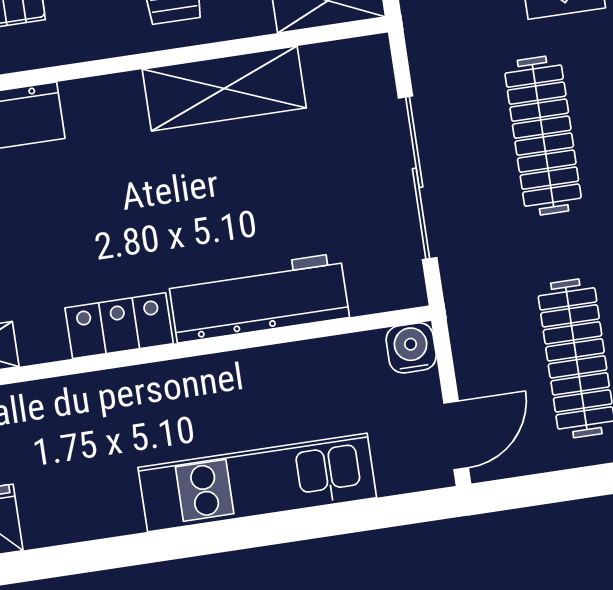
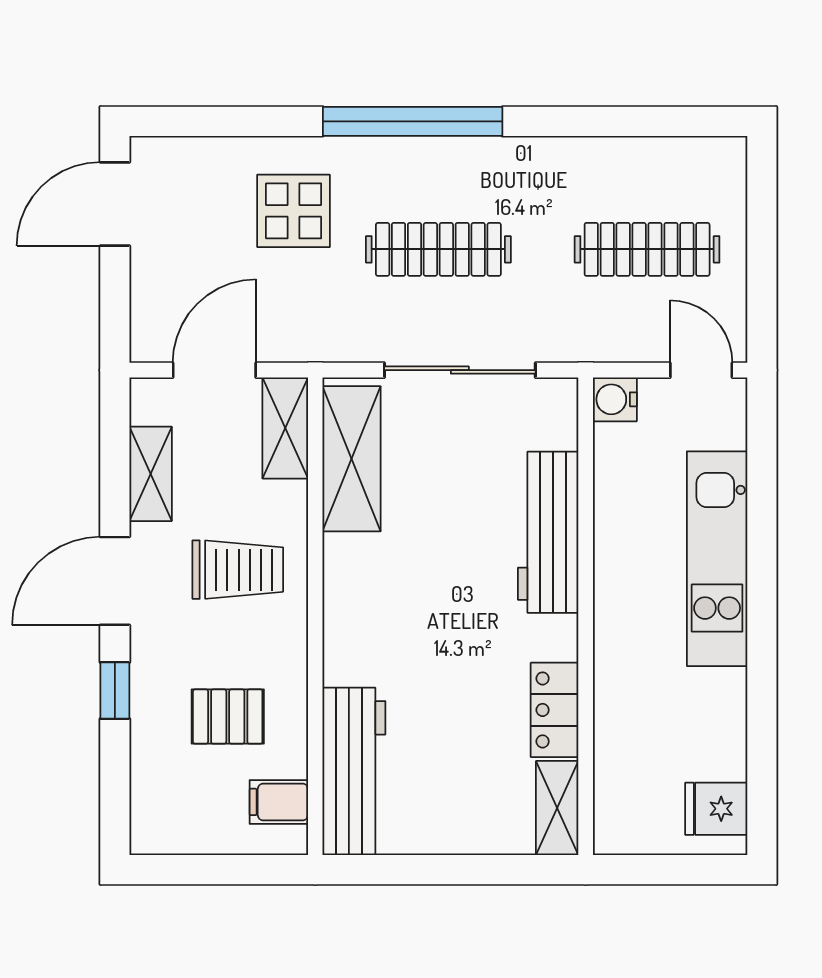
shelving: (224, 89) -> (352, 459), moved
locker: (119, 326) -> (555, 710), moved

